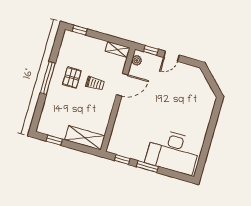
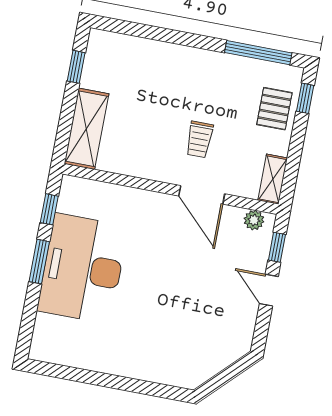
window: (48, 78) -> (258, 53), moved
pallet: (72, 78) -> (274, 109), moved, turned 90
desk: (173, 152) -> (83, 269), moved

